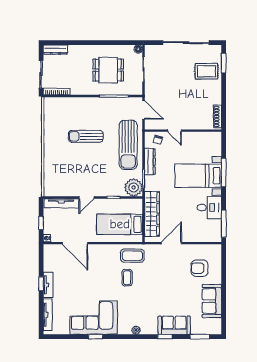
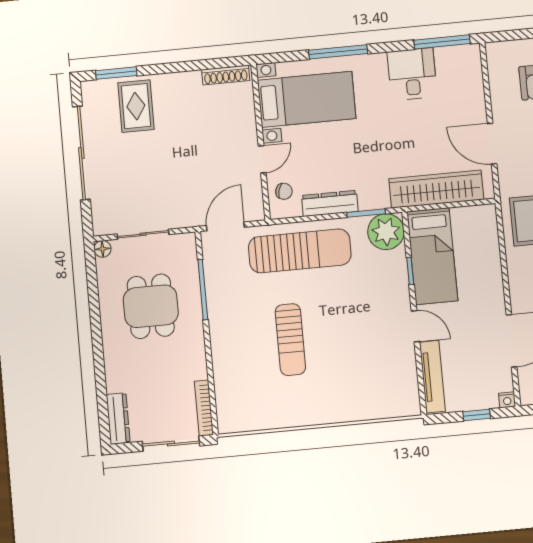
bed with nightstands: (198, 176) -> (307, 99), moved, turned -90
bed: (120, 224) -> (432, 256), moved

